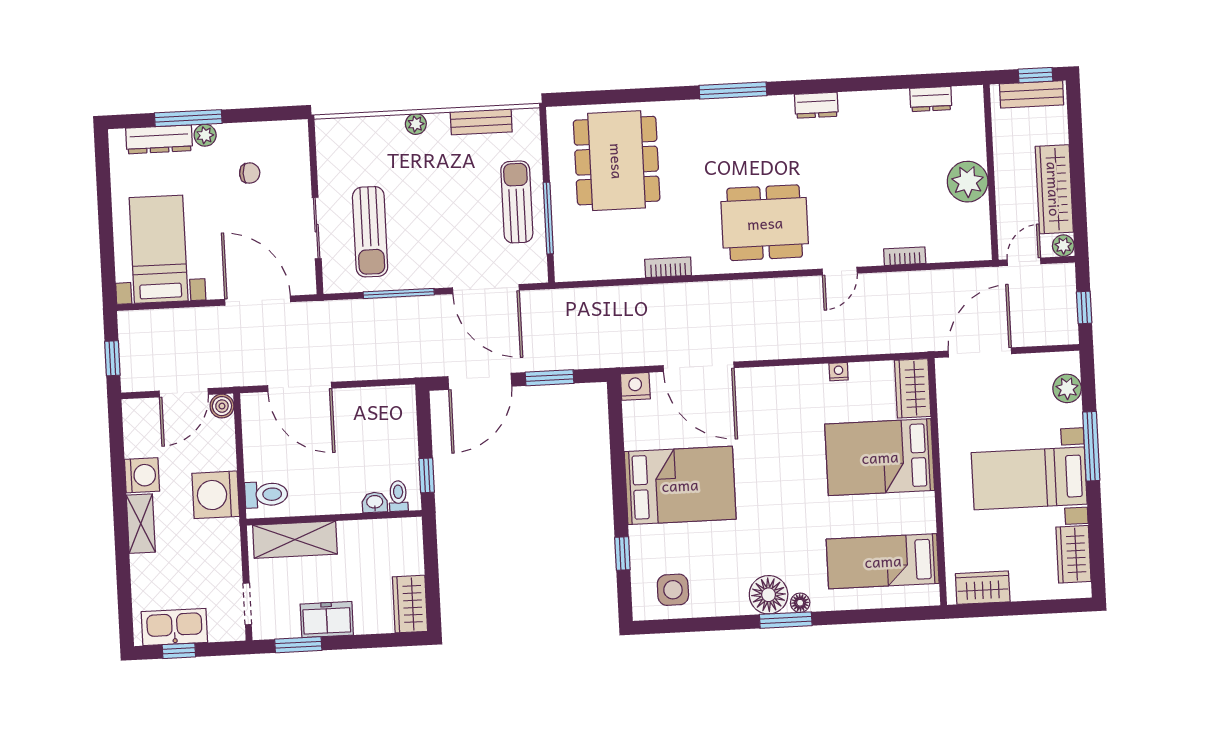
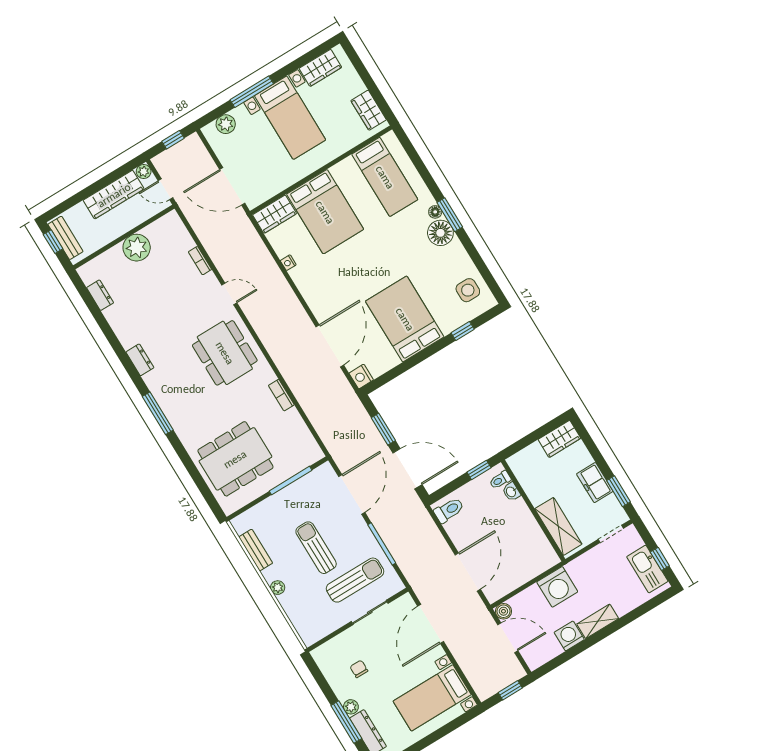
sun lounger: (517, 202) -> (316, 548), moved, turned 90
toilet: (266, 494) -> (449, 510), moved, turned 90

